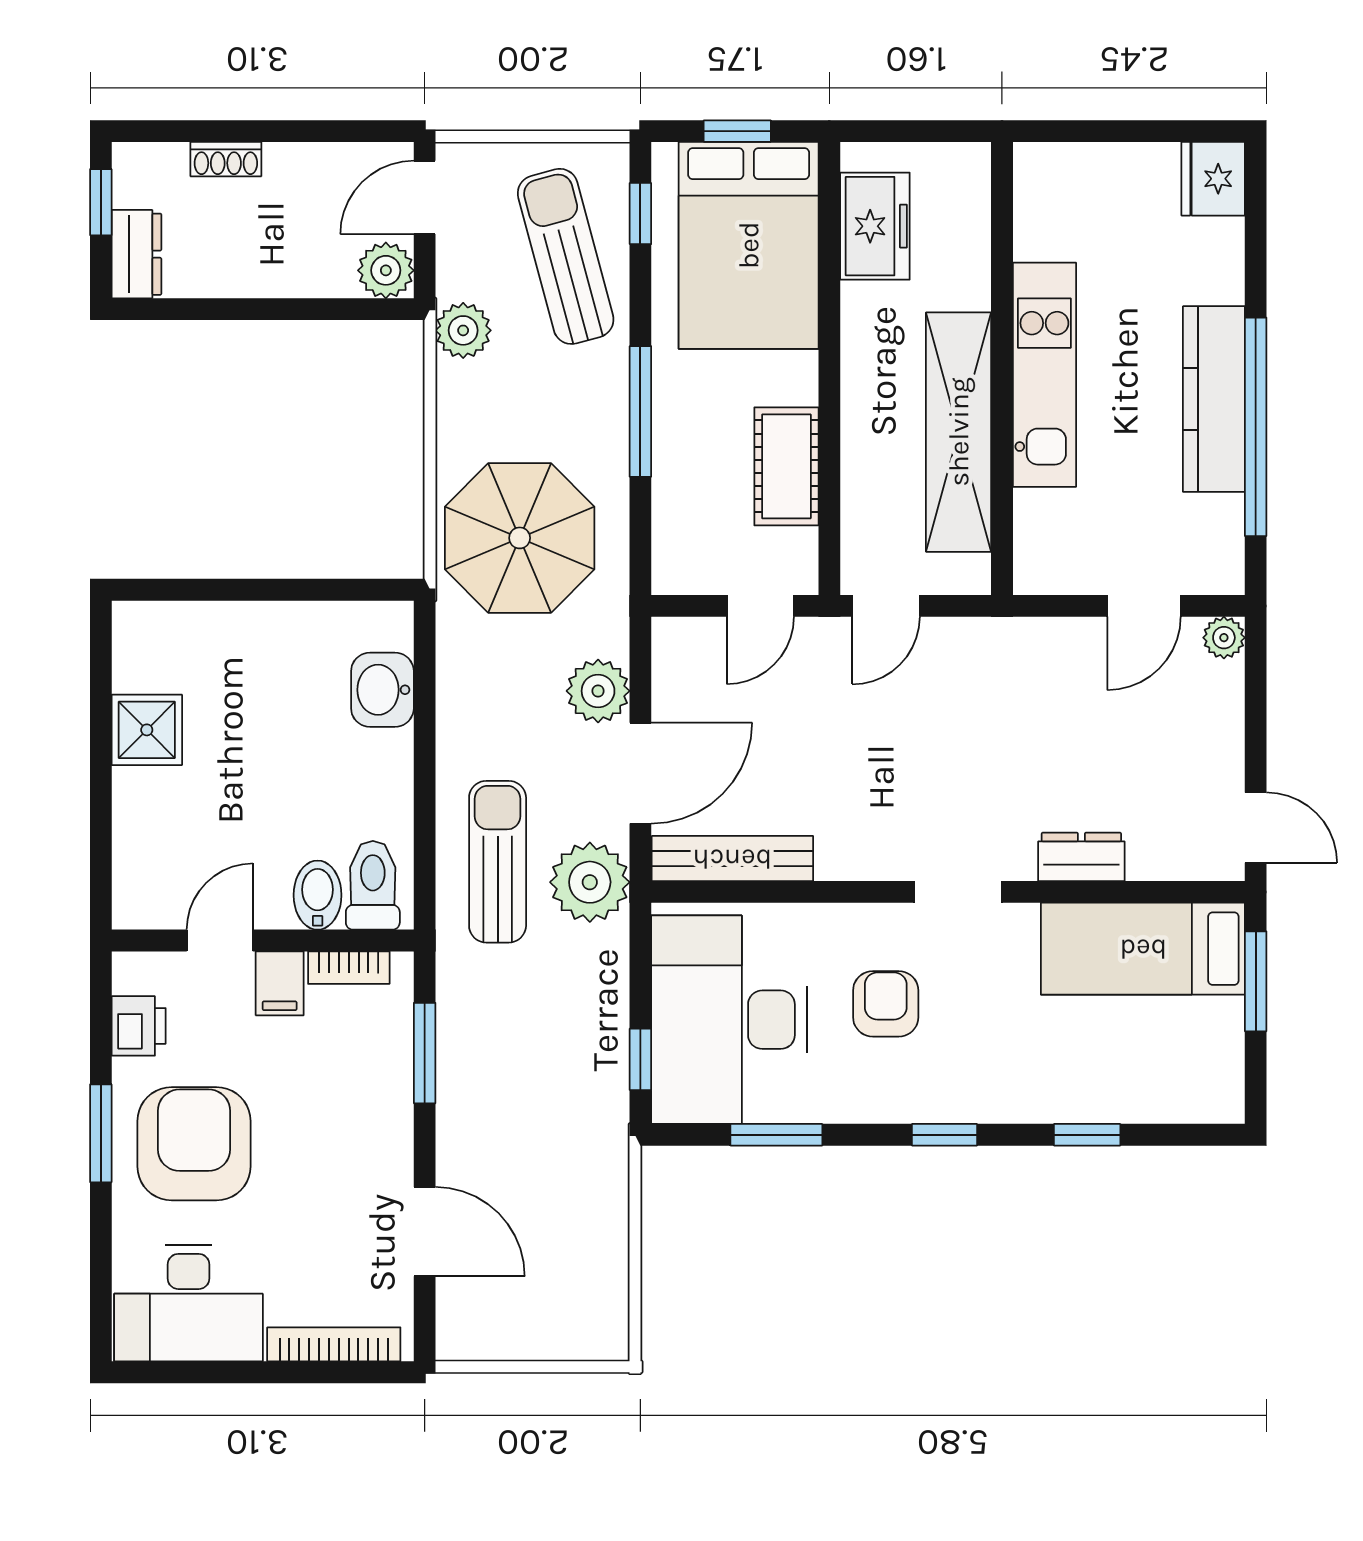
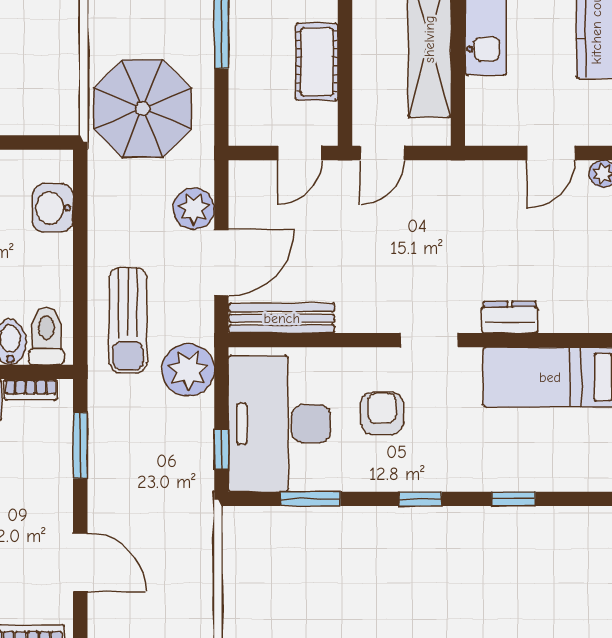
sun lounger: (498, 862) -> (128, 320), turned 180
plant: (590, 882) -> (188, 370), moved

